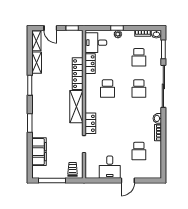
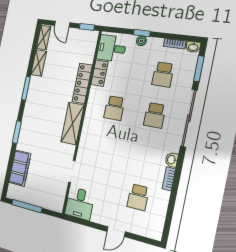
locker: (90, 123) -> (85, 147), removed
desk: (110, 167) -> (80, 204), moved
trolley: (73, 169) -> (52, 199), removed

